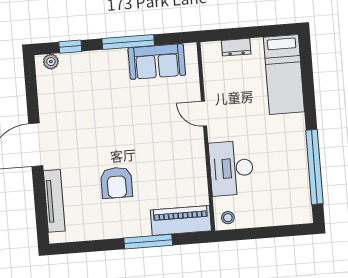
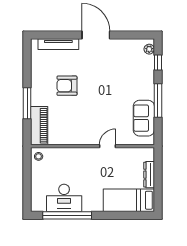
dresser: (236, 47) -> (149, 175), width x1.44
desk: (231, 168) -> (64, 198), moved, turned 180

